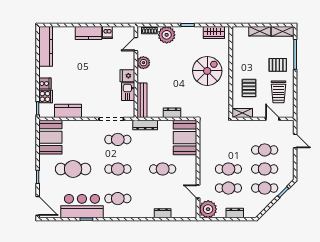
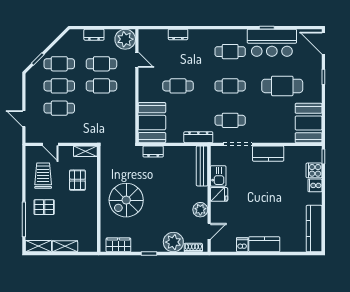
kitchen counter: (68, 111) -> (268, 154), moved
dresser: (172, 113) -> (153, 152), moved

